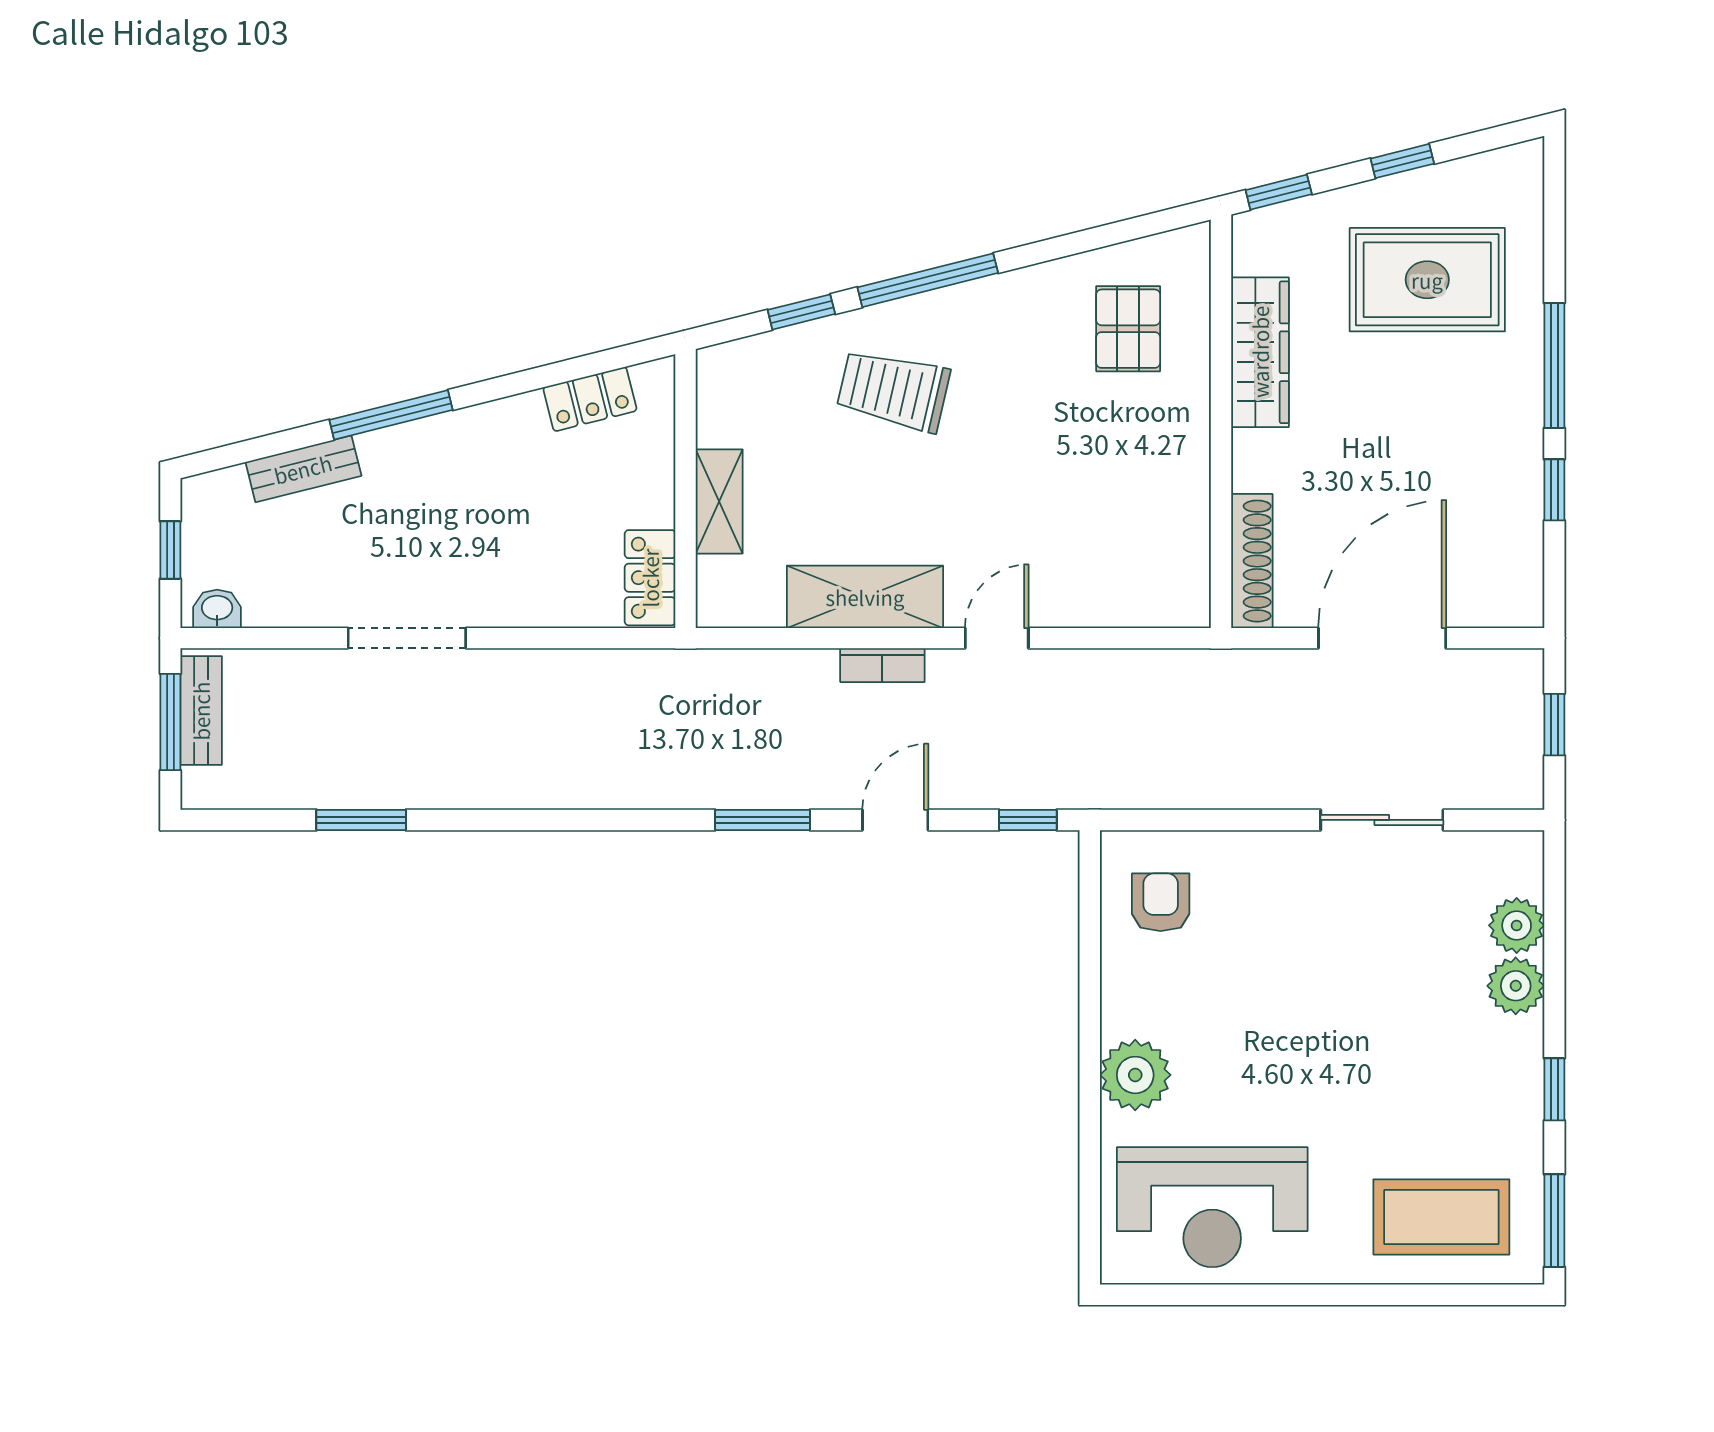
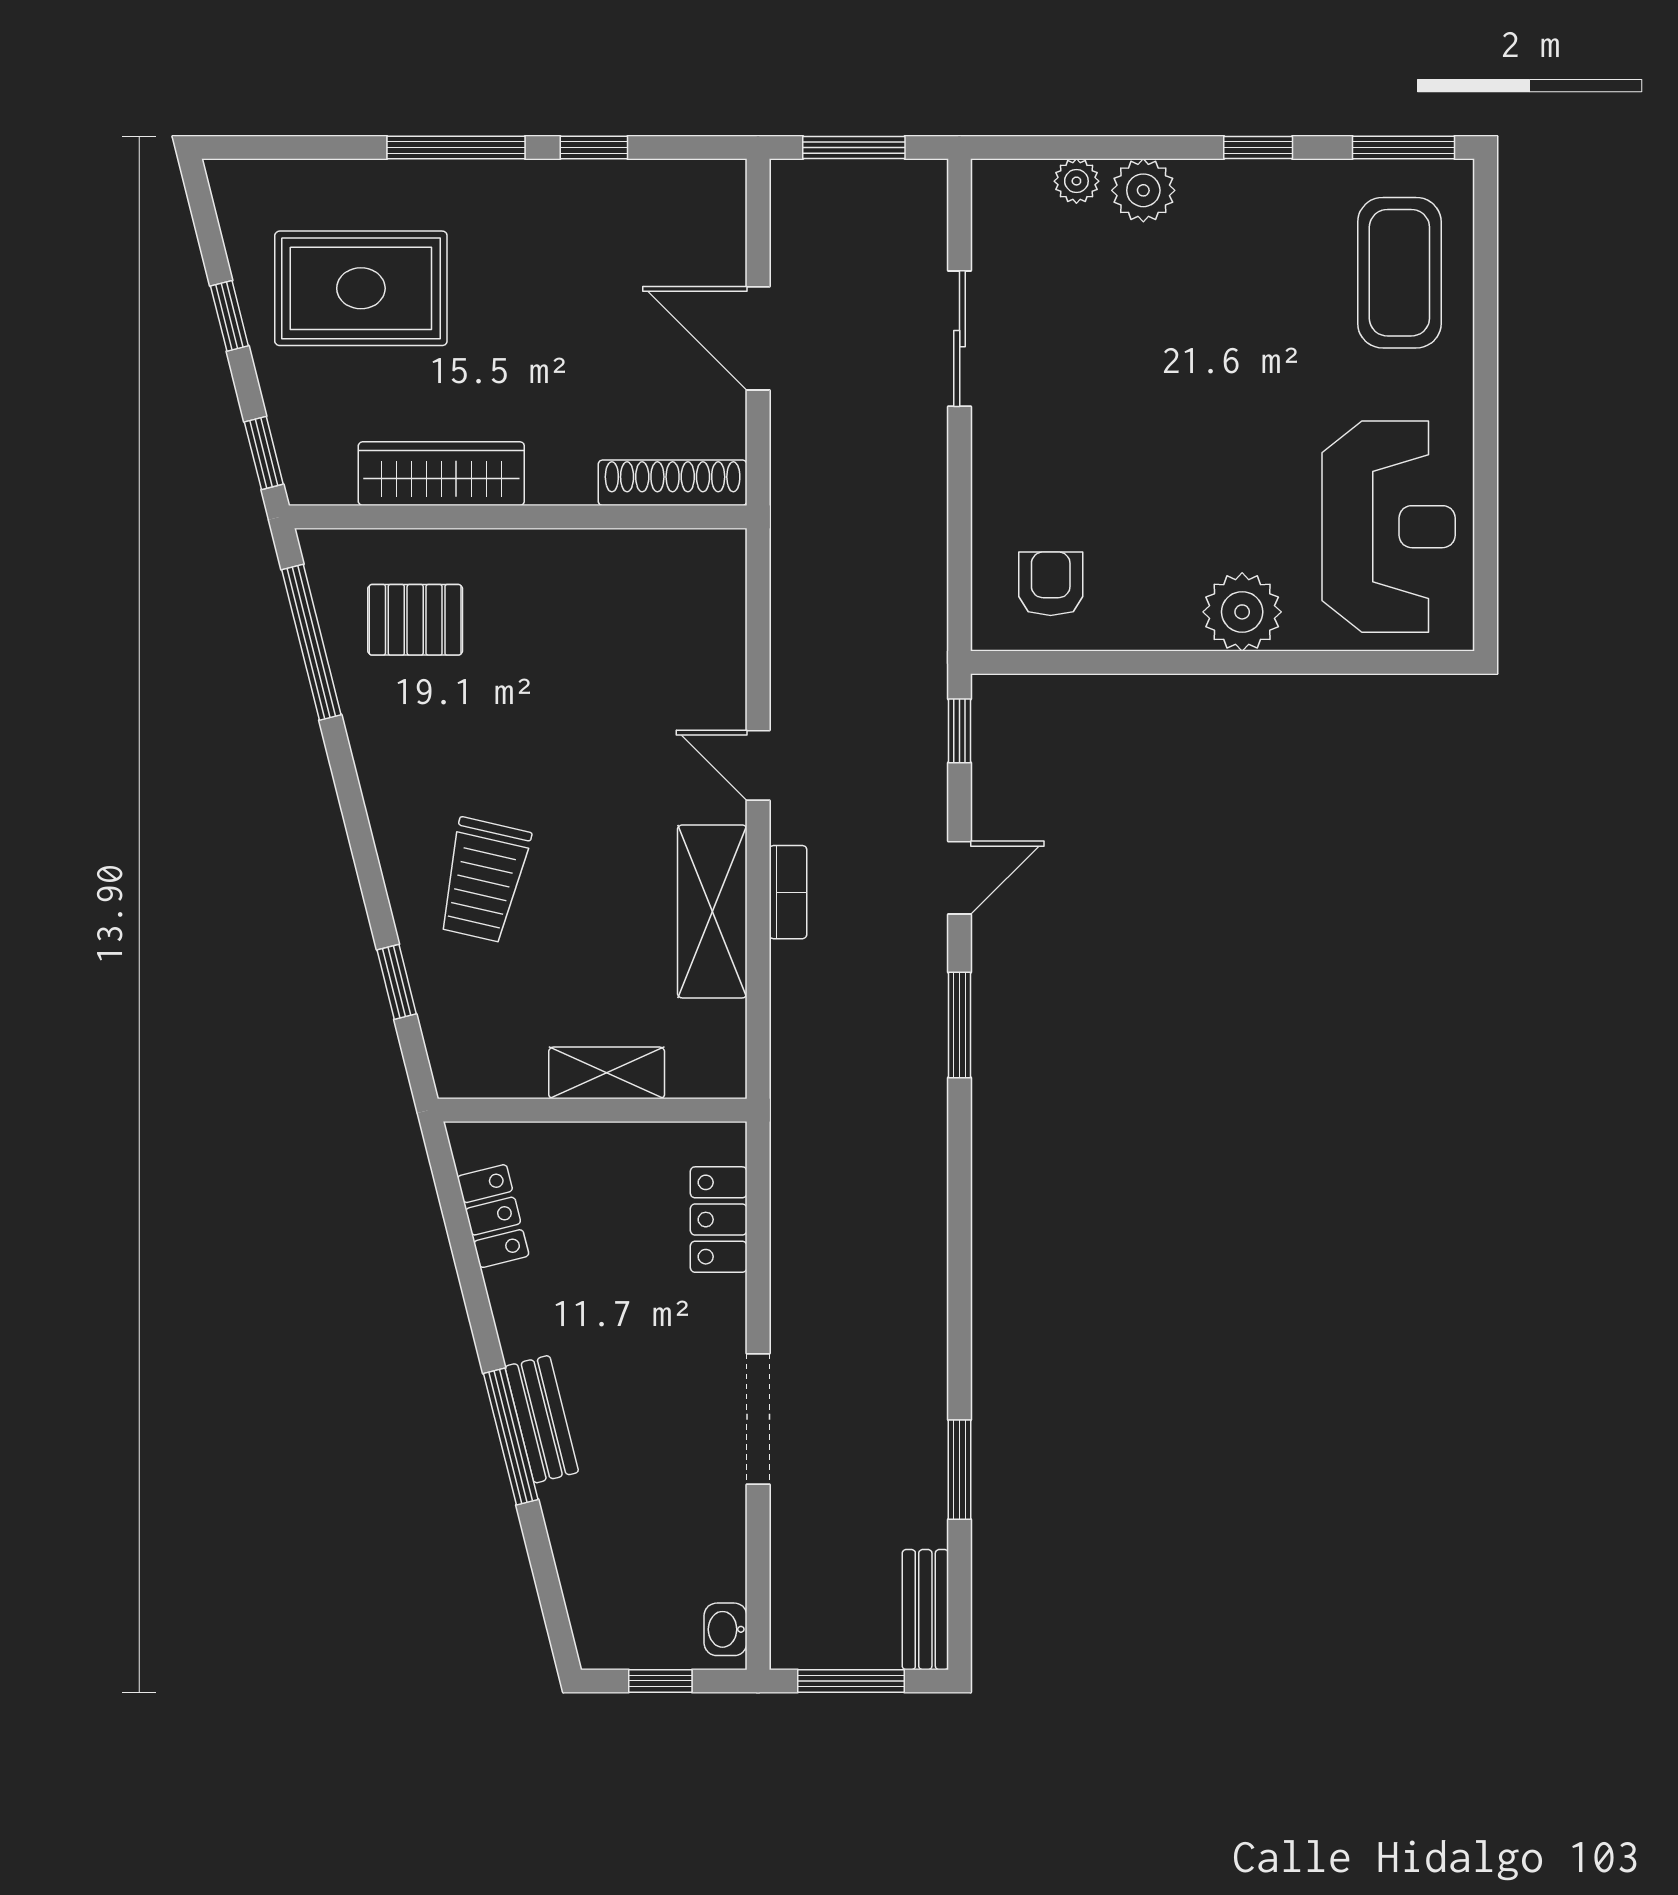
window: (928, 280) -> (311, 642), moved
rug: (1427, 280) -> (361, 288), turned 90
bench: (303, 469) -> (542, 1419), moved
locker: (650, 578) -> (719, 1220), moved, turned 90
door: (1382, 638) -> (758, 338), width x0.73
bench: (201, 711) -> (925, 1610), moved, turned 90
window: (1554, 725) -> (854, 147), width x1.50
door: (895, 820) -> (960, 878), swing flipped
armchair: (1161, 902) -> (1051, 584), turned 90
plant: (1517, 925) -> (1076, 181), width x0.73, depth x0.73

